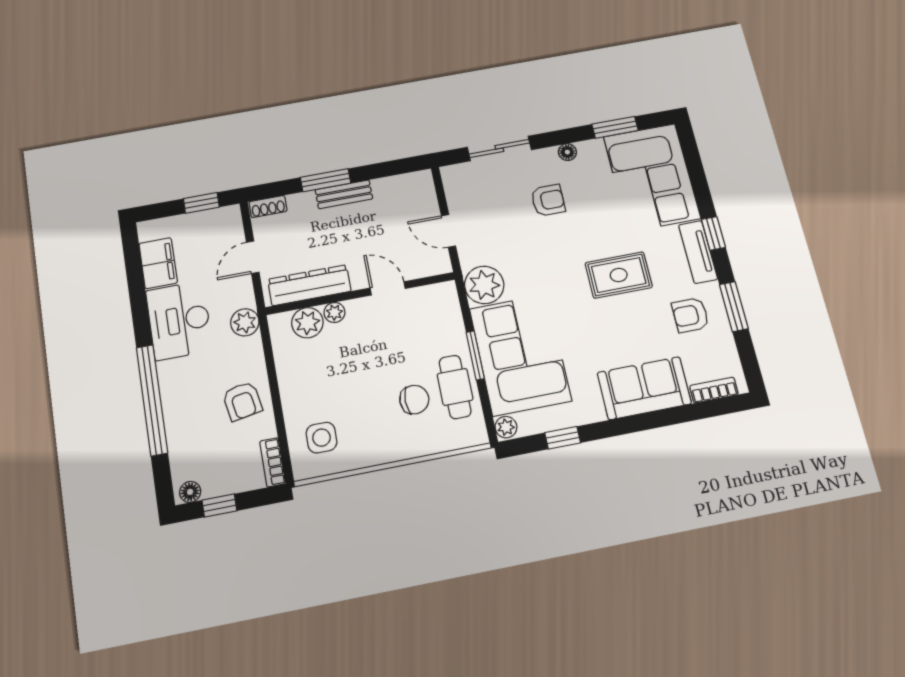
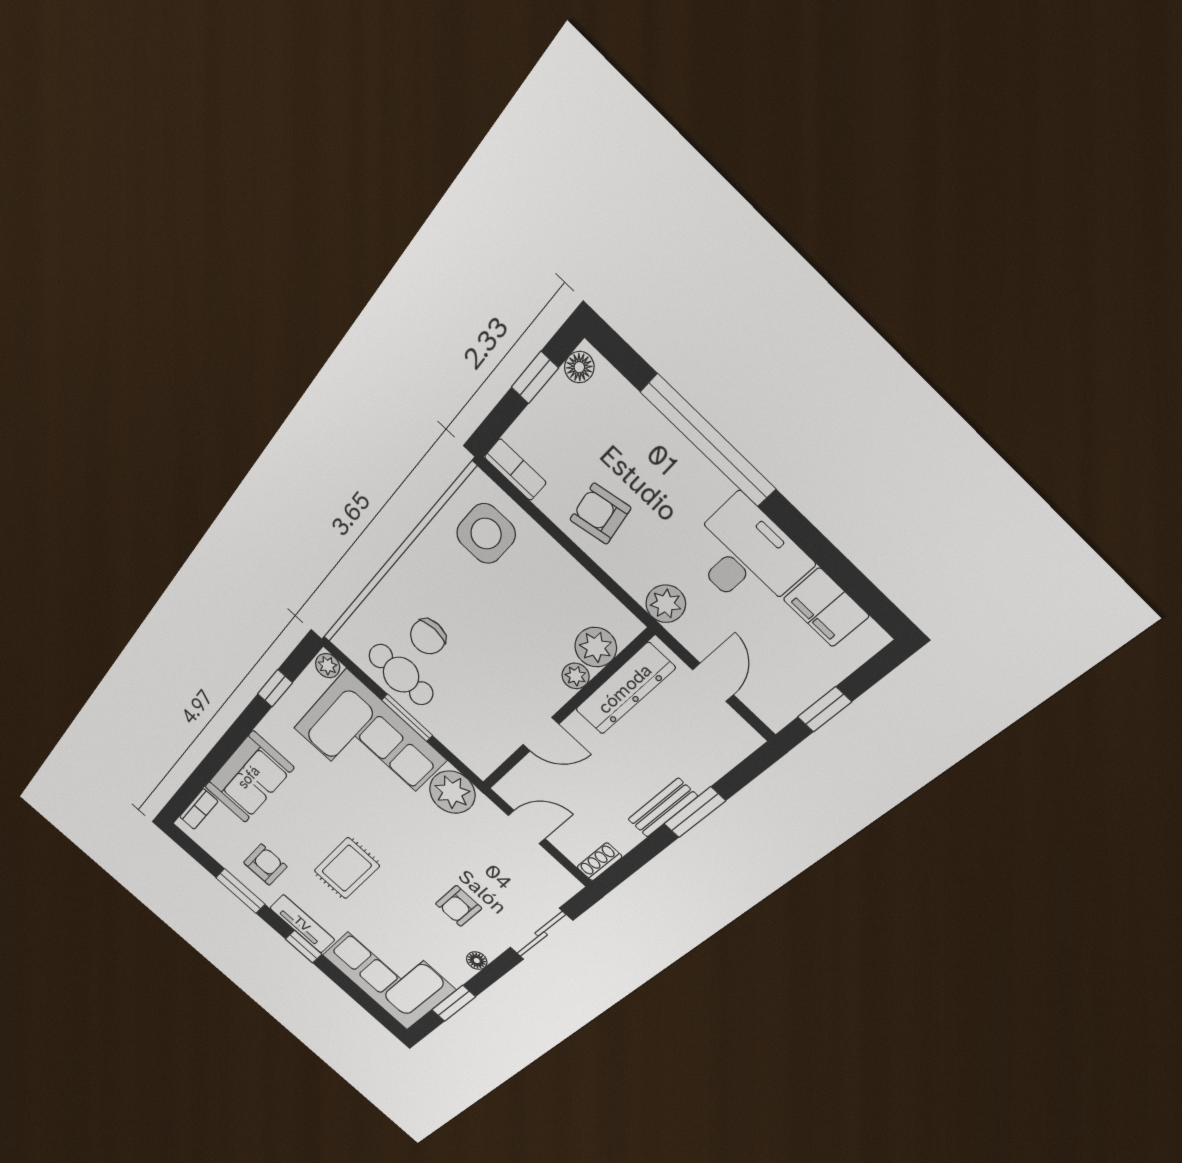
shoe rack: (268, 206) -> (599, 862), moved
side table: (322, 438) -> (486, 534), width x1.37, depth x1.37

